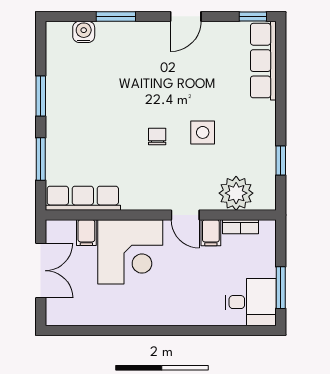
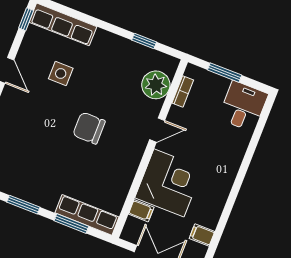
side table: (203, 132) -> (61, 74), moved
chair: (157, 136) -> (89, 128), width x1.87, depth x1.87
row of seats: (83, 198) -> (87, 215), moved, turned 90
filing cabinet: (211, 233) -> (202, 235), moved, turned 180
window: (281, 288) -> (225, 73), moved

